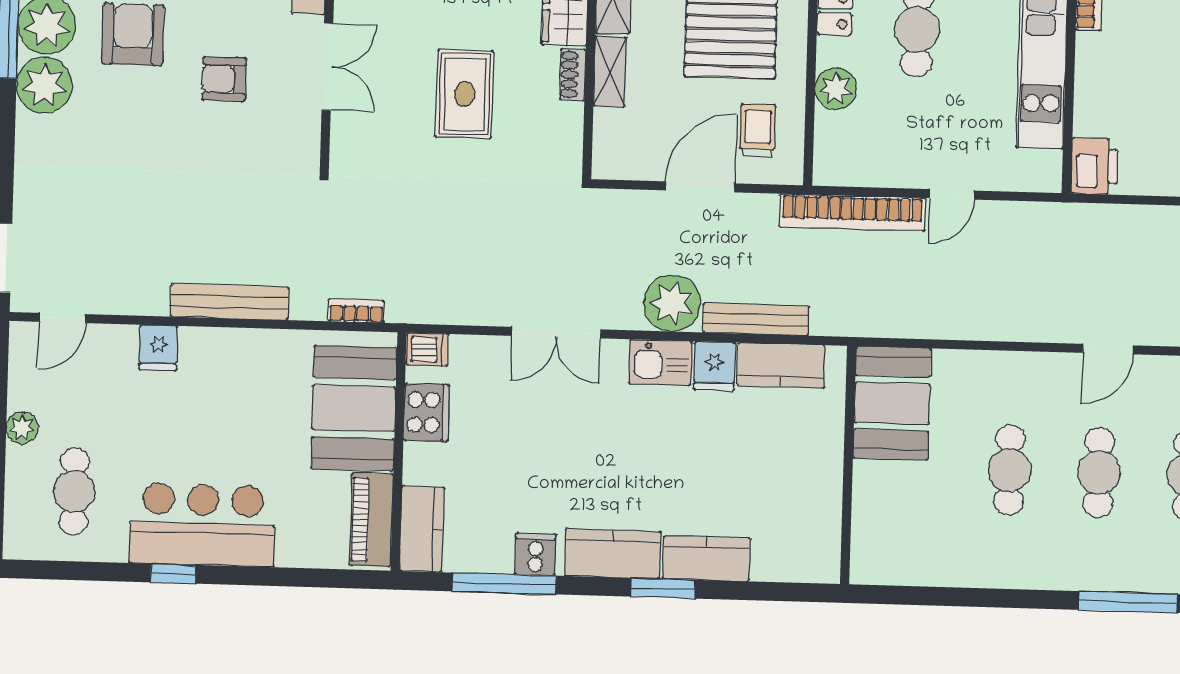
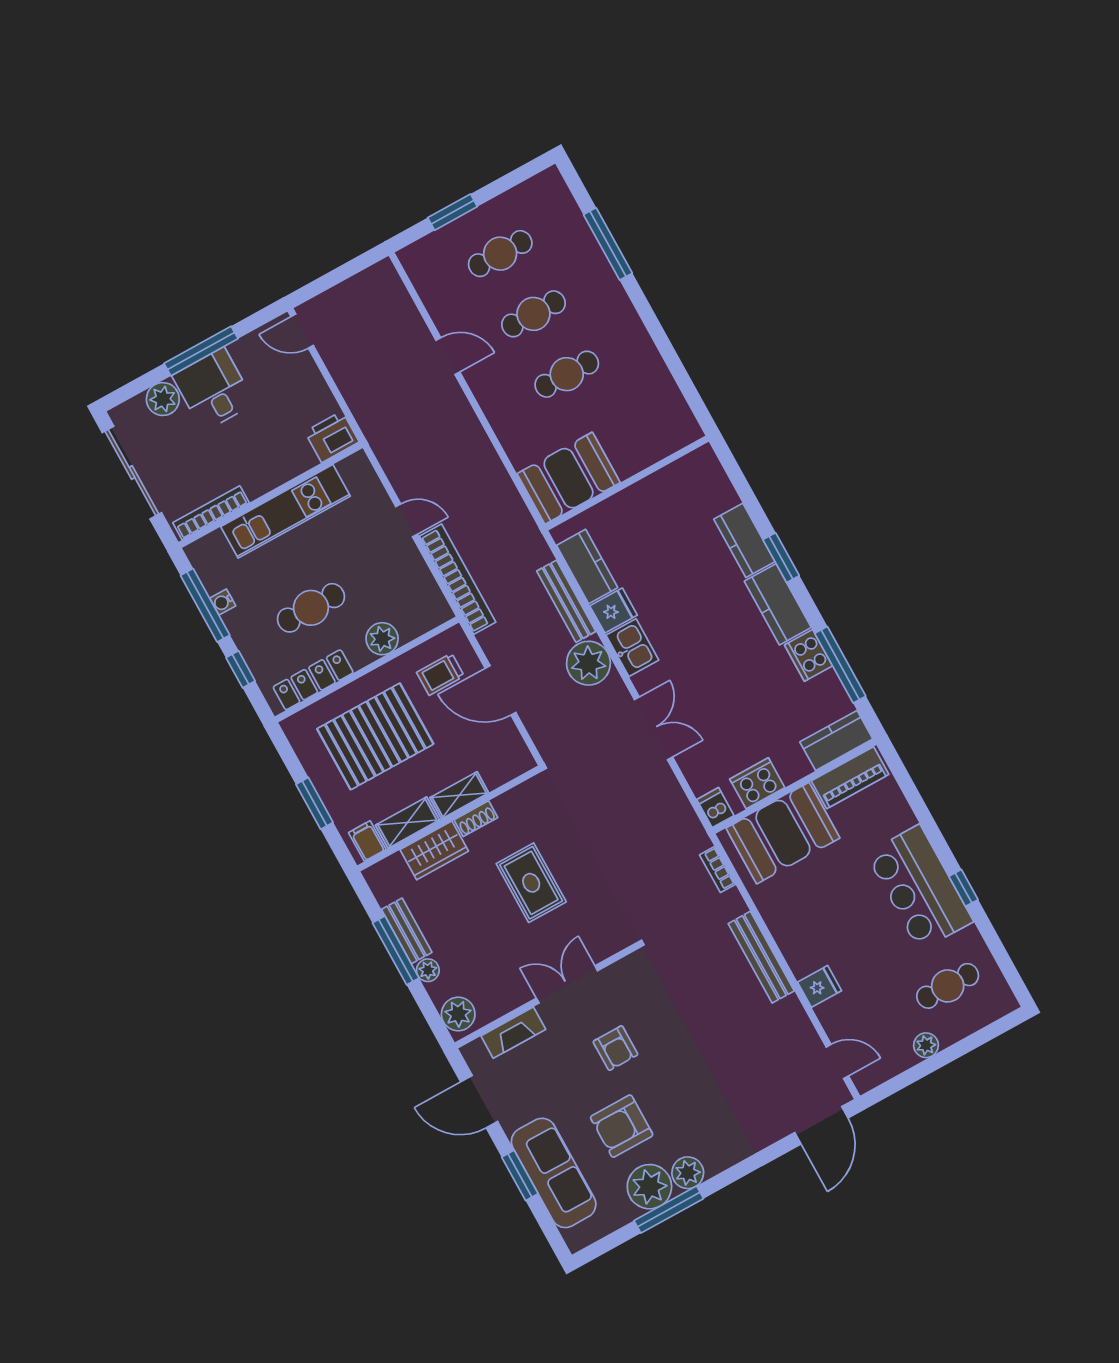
plant: (44, 85) -> (688, 1173), width x0.73, depth x0.73
rug: (465, 94) -> (531, 883), turned 90
cooker: (535, 554) -> (809, 655), width x1.36

